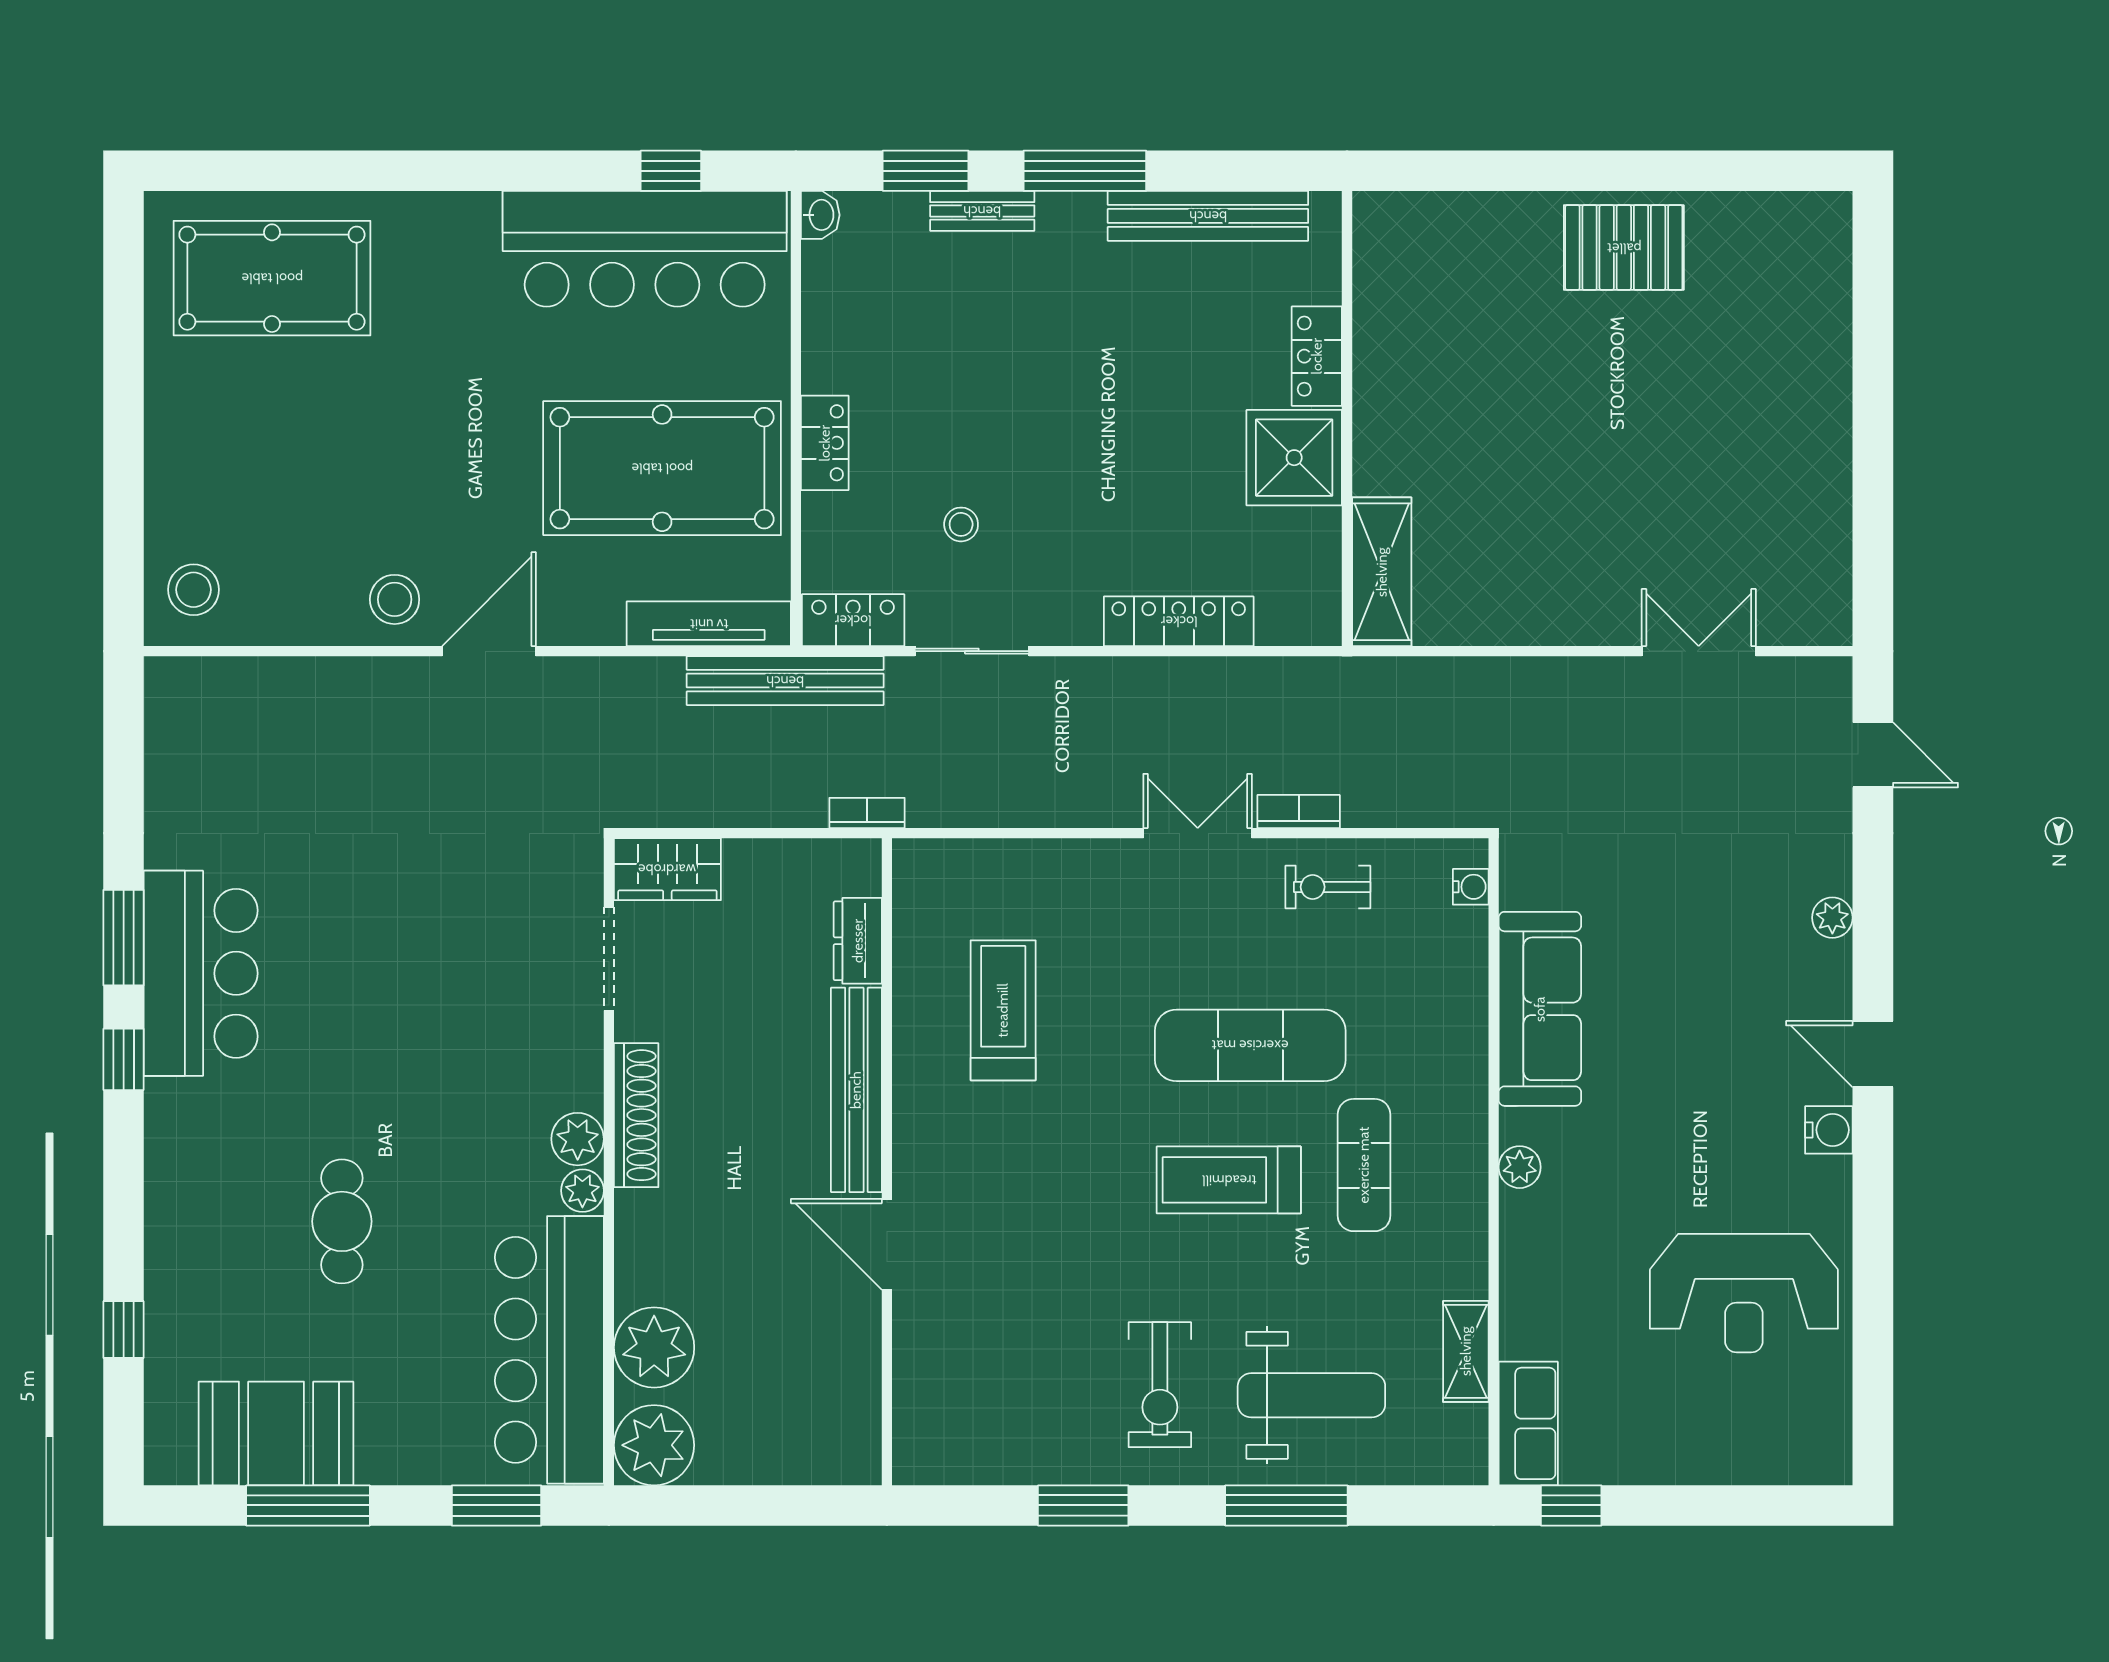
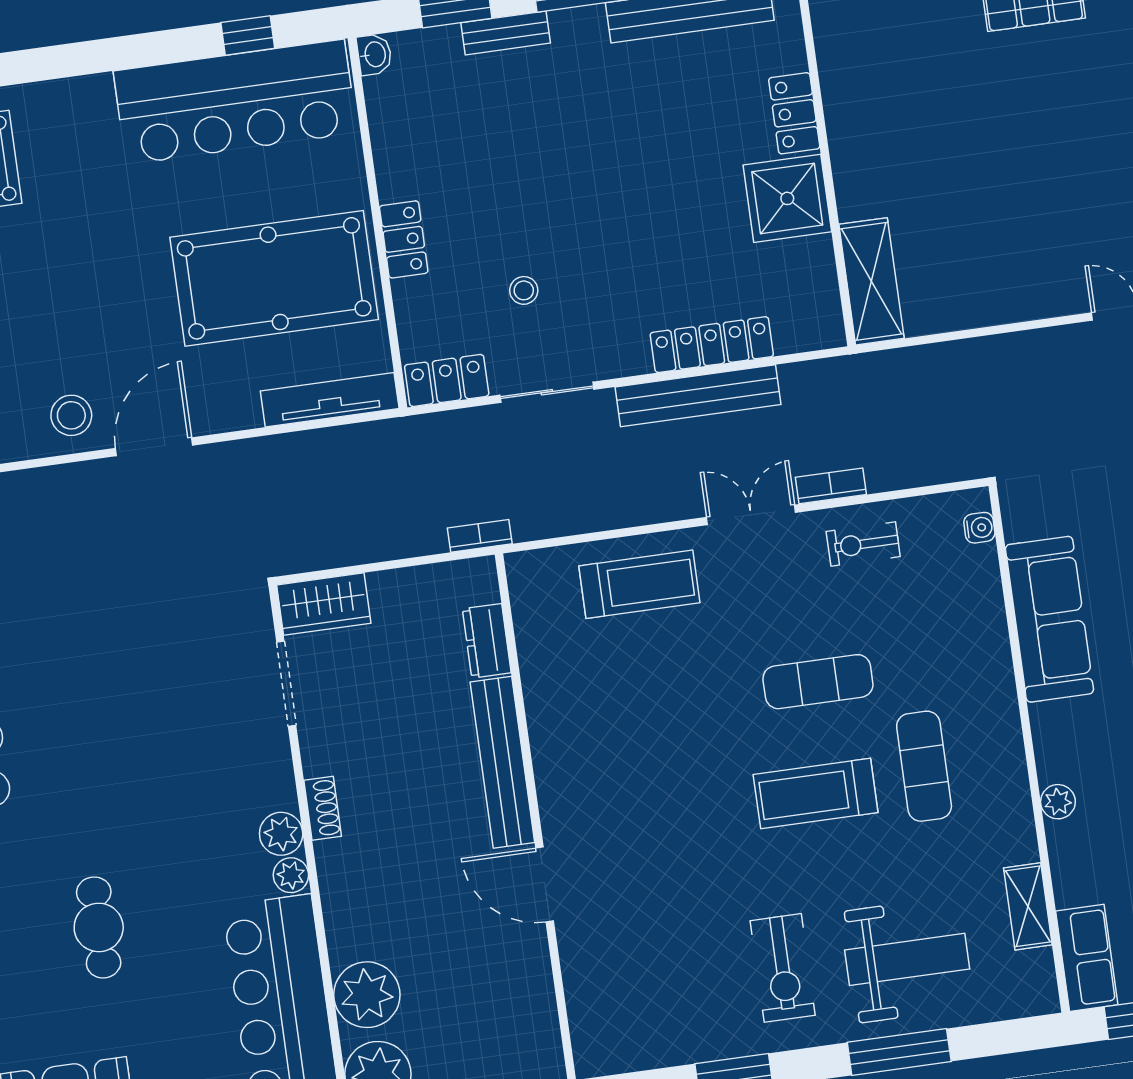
bench: (785, 681) -> (698, 396), moved
treadmill: (1003, 1010) -> (639, 584), moved, turned 90
exercise mat: (1250, 1045) -> (818, 682), width x0.73, depth x0.69
shoe rack: (636, 1115) -> (323, 808), width x0.51, depth x0.81
plant: (1520, 1167) -> (1058, 802), moved

